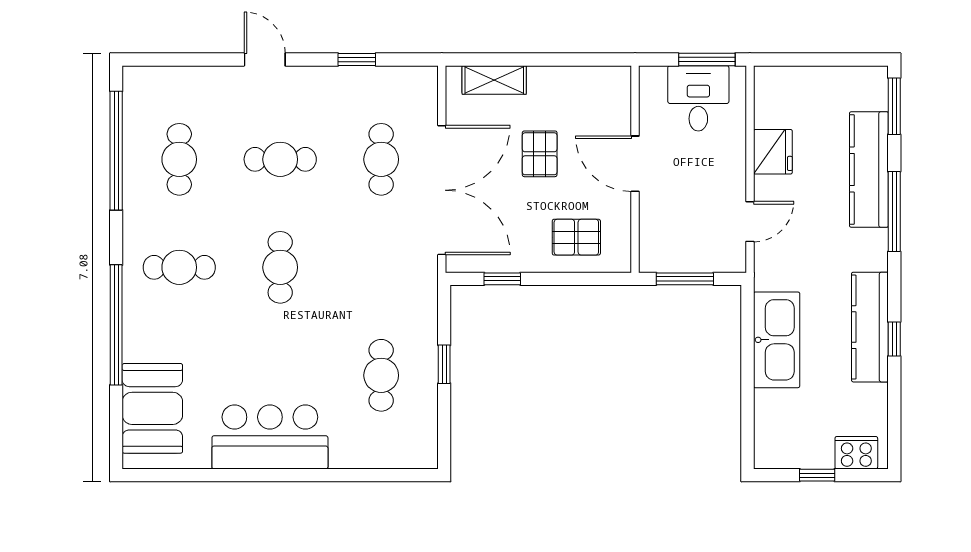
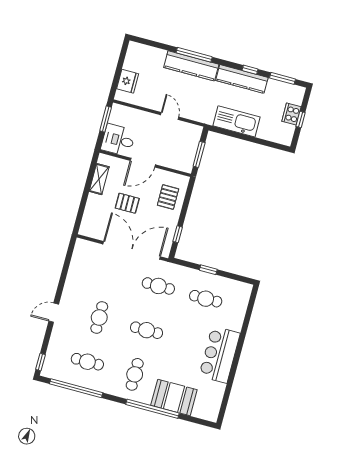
window: (357, 60) -> (40, 362), moved
shelving: (494, 80) -> (99, 179), moved
desk: (698, 98) -> (118, 140), moved
window: (894, 106) -> (282, 78), moved
fridge: (773, 152) -> (128, 81), moved, turned 90
cafe table: (381, 159) -> (158, 286), moved
kitchen counter: (869, 170) -> (191, 66), moved
door: (750, 222) -> (170, 116), moved
booth: (152, 408) -> (174, 398), moved
cooker: (856, 453) -> (291, 114), moved

